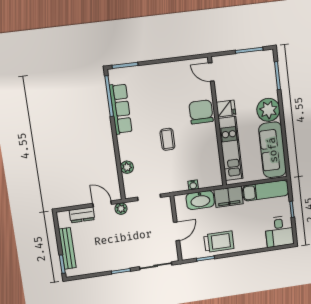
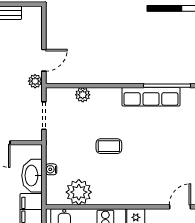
chair: (201, 112) -> (136, 189), removed
plant: (209, 159) -> (79, 192), added
dresser: (82, 215) -> (34, 35), removed

